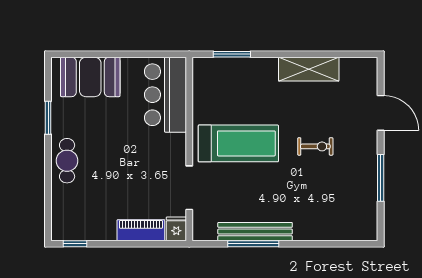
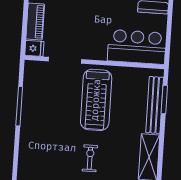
exercise bike: (315, 146) -> (90, 158), turned 180
bench: (255, 232) -> (155, 105), moved

